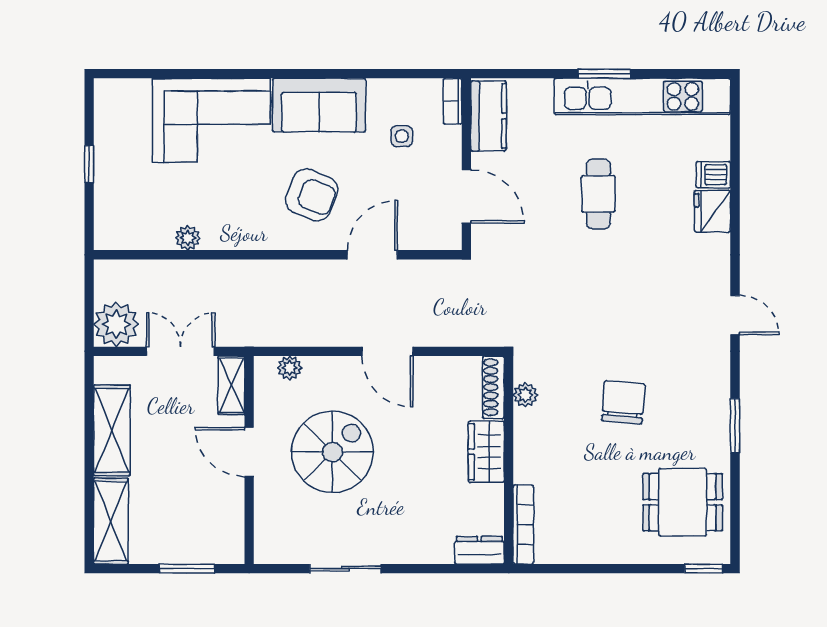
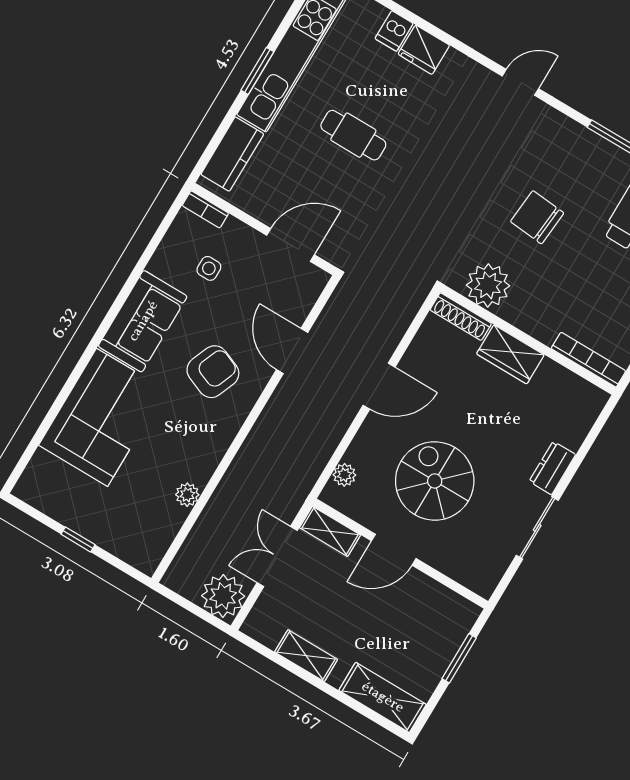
kitchen counter: (489, 116) -> (232, 154), moved, turned 90
plant: (525, 395) -> (488, 285), width x1.88, depth x1.88
shelving: (112, 430) -> (306, 656), width x0.67, depth x0.75
dresser: (479, 550) -> (552, 468), moved

